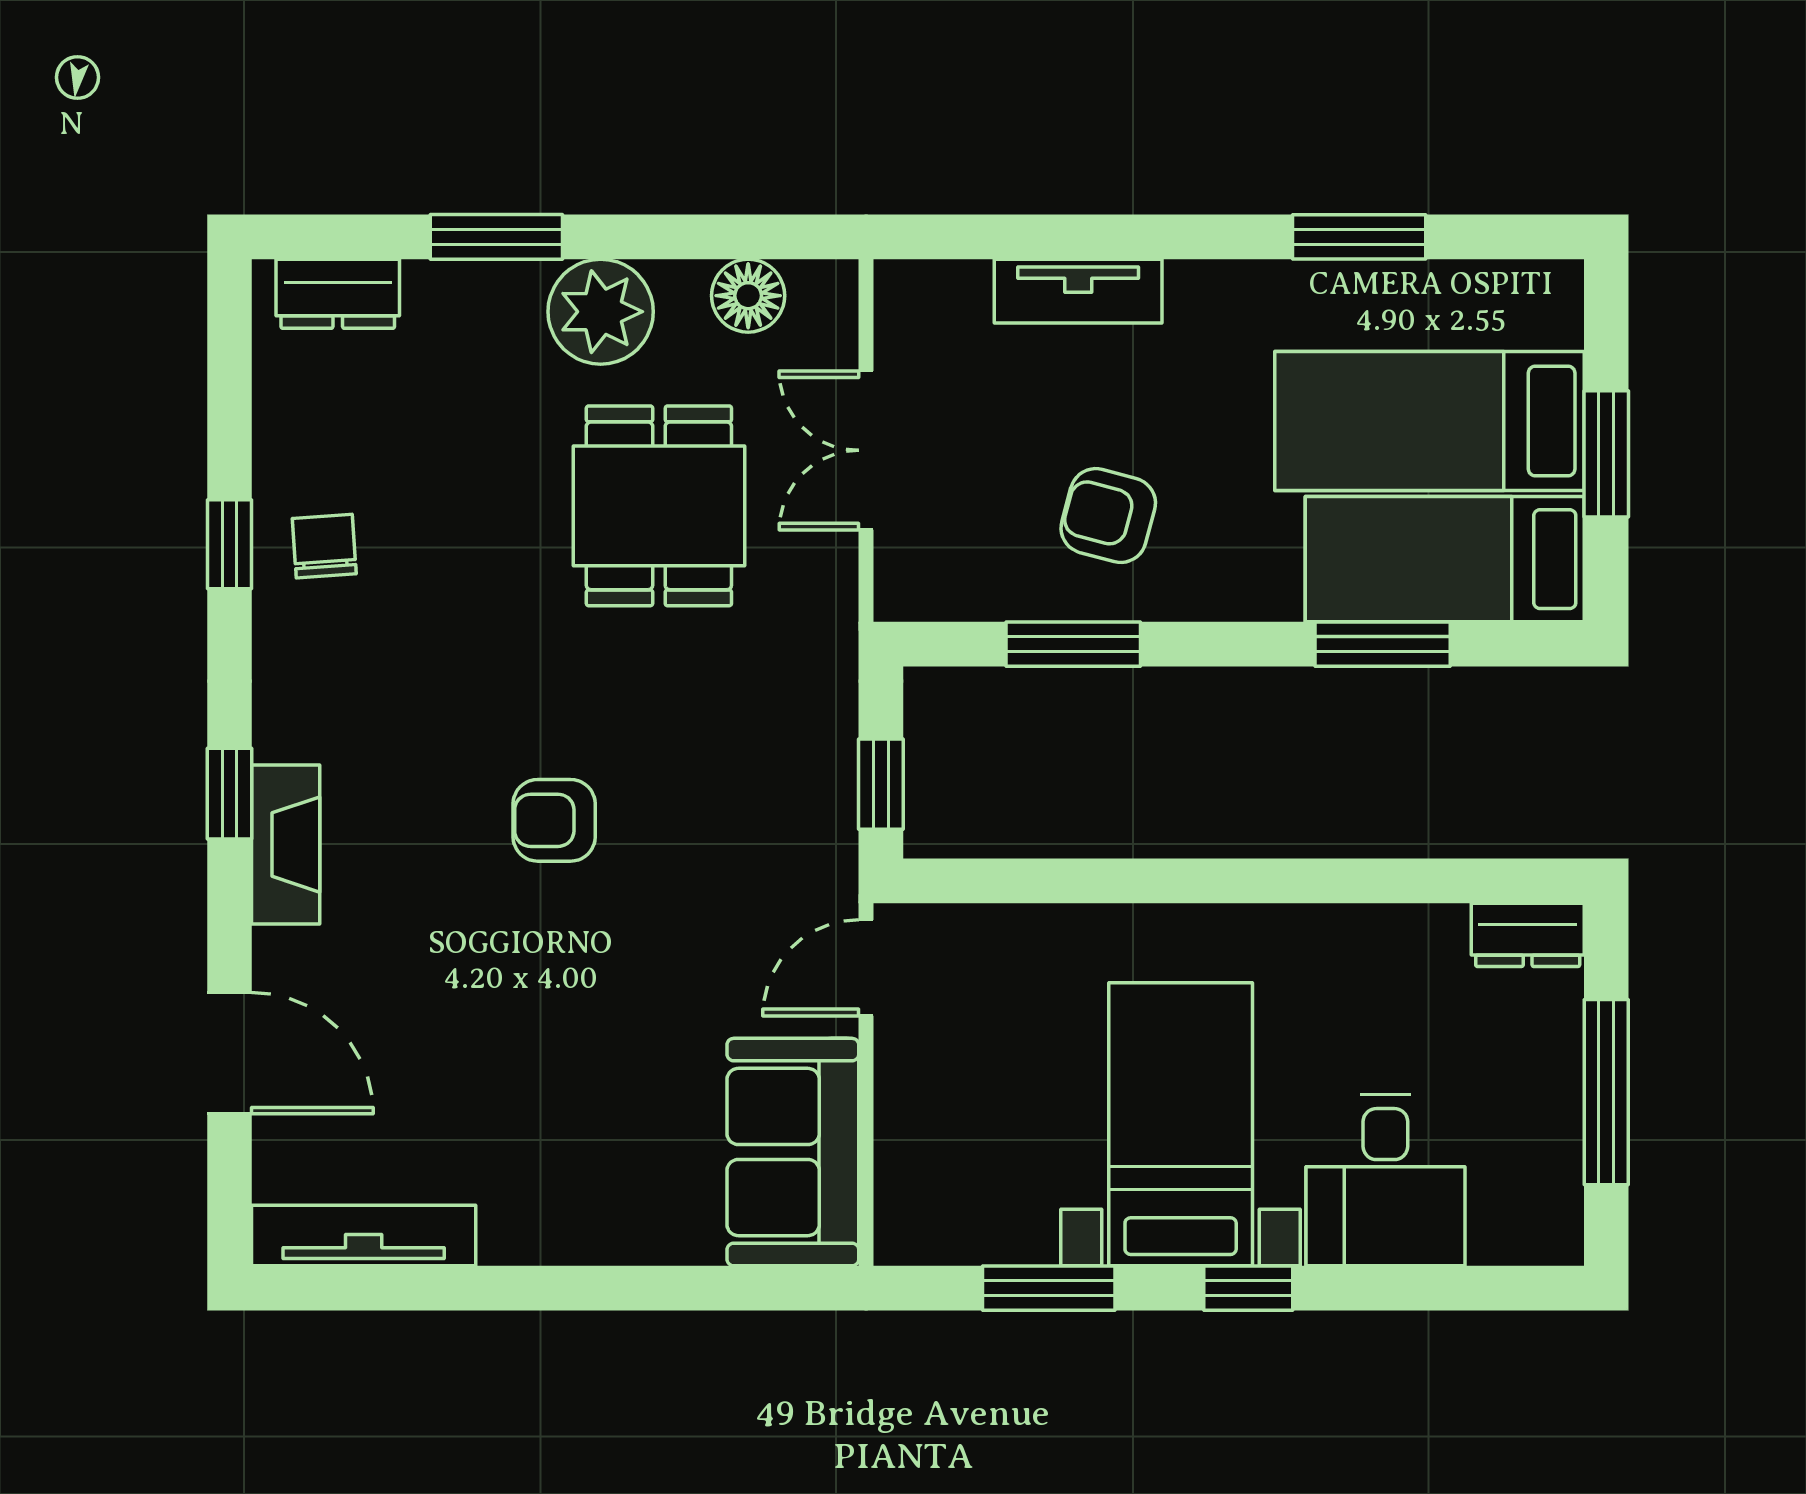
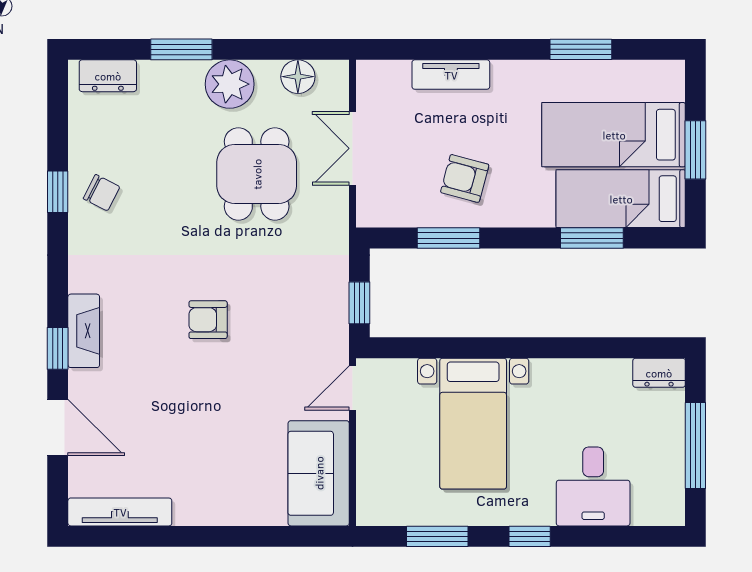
chair: (324, 546) -> (102, 193), turned 121
window: (229, 794) -> (58, 348), moved
bed with nightstands: (1181, 1124) -> (473, 424), moved, turned 180

